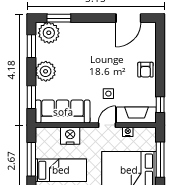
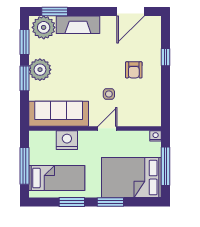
armchair: (145, 70) -> (134, 70), moved
window: (31, 97) -> (25, 78), moved
window: (160, 105) -> (166, 57), moved
fireplace: (136, 115) -> (78, 25), moved, turned 180
nightstand: (128, 132) -> (156, 136), moved

